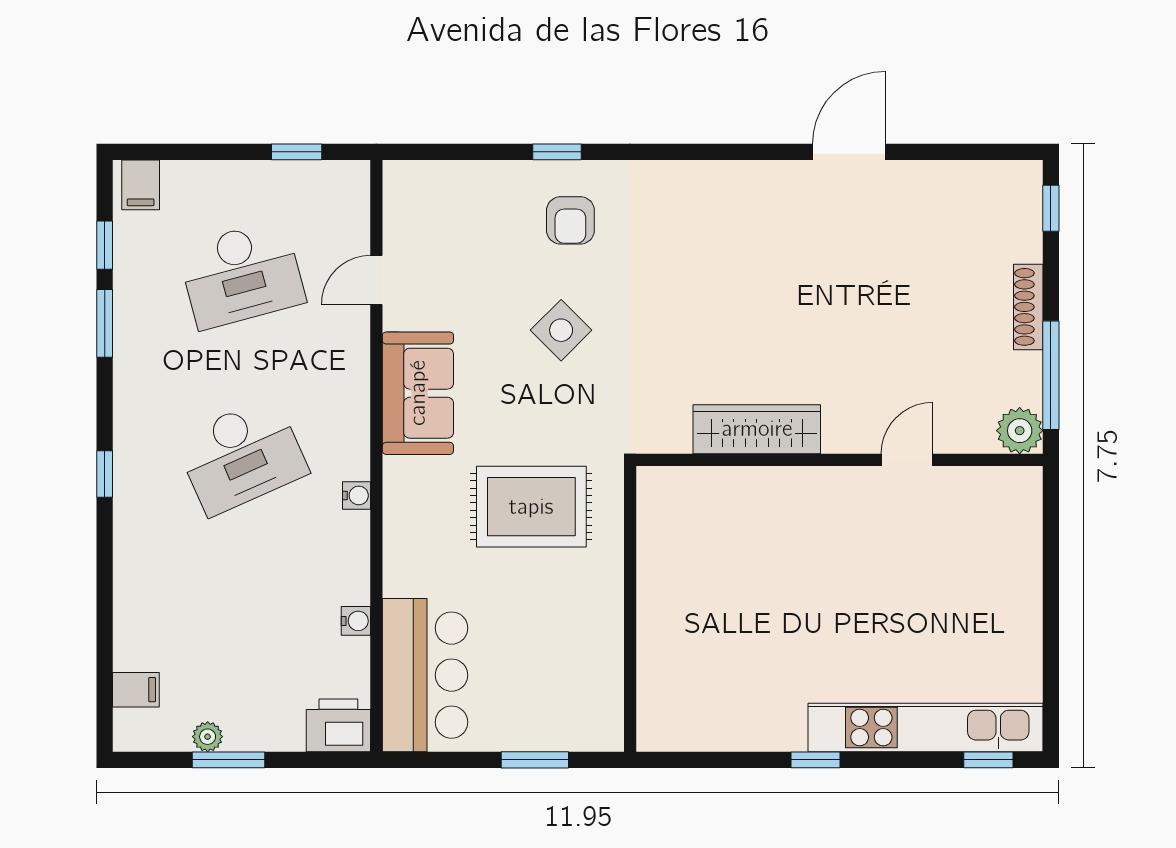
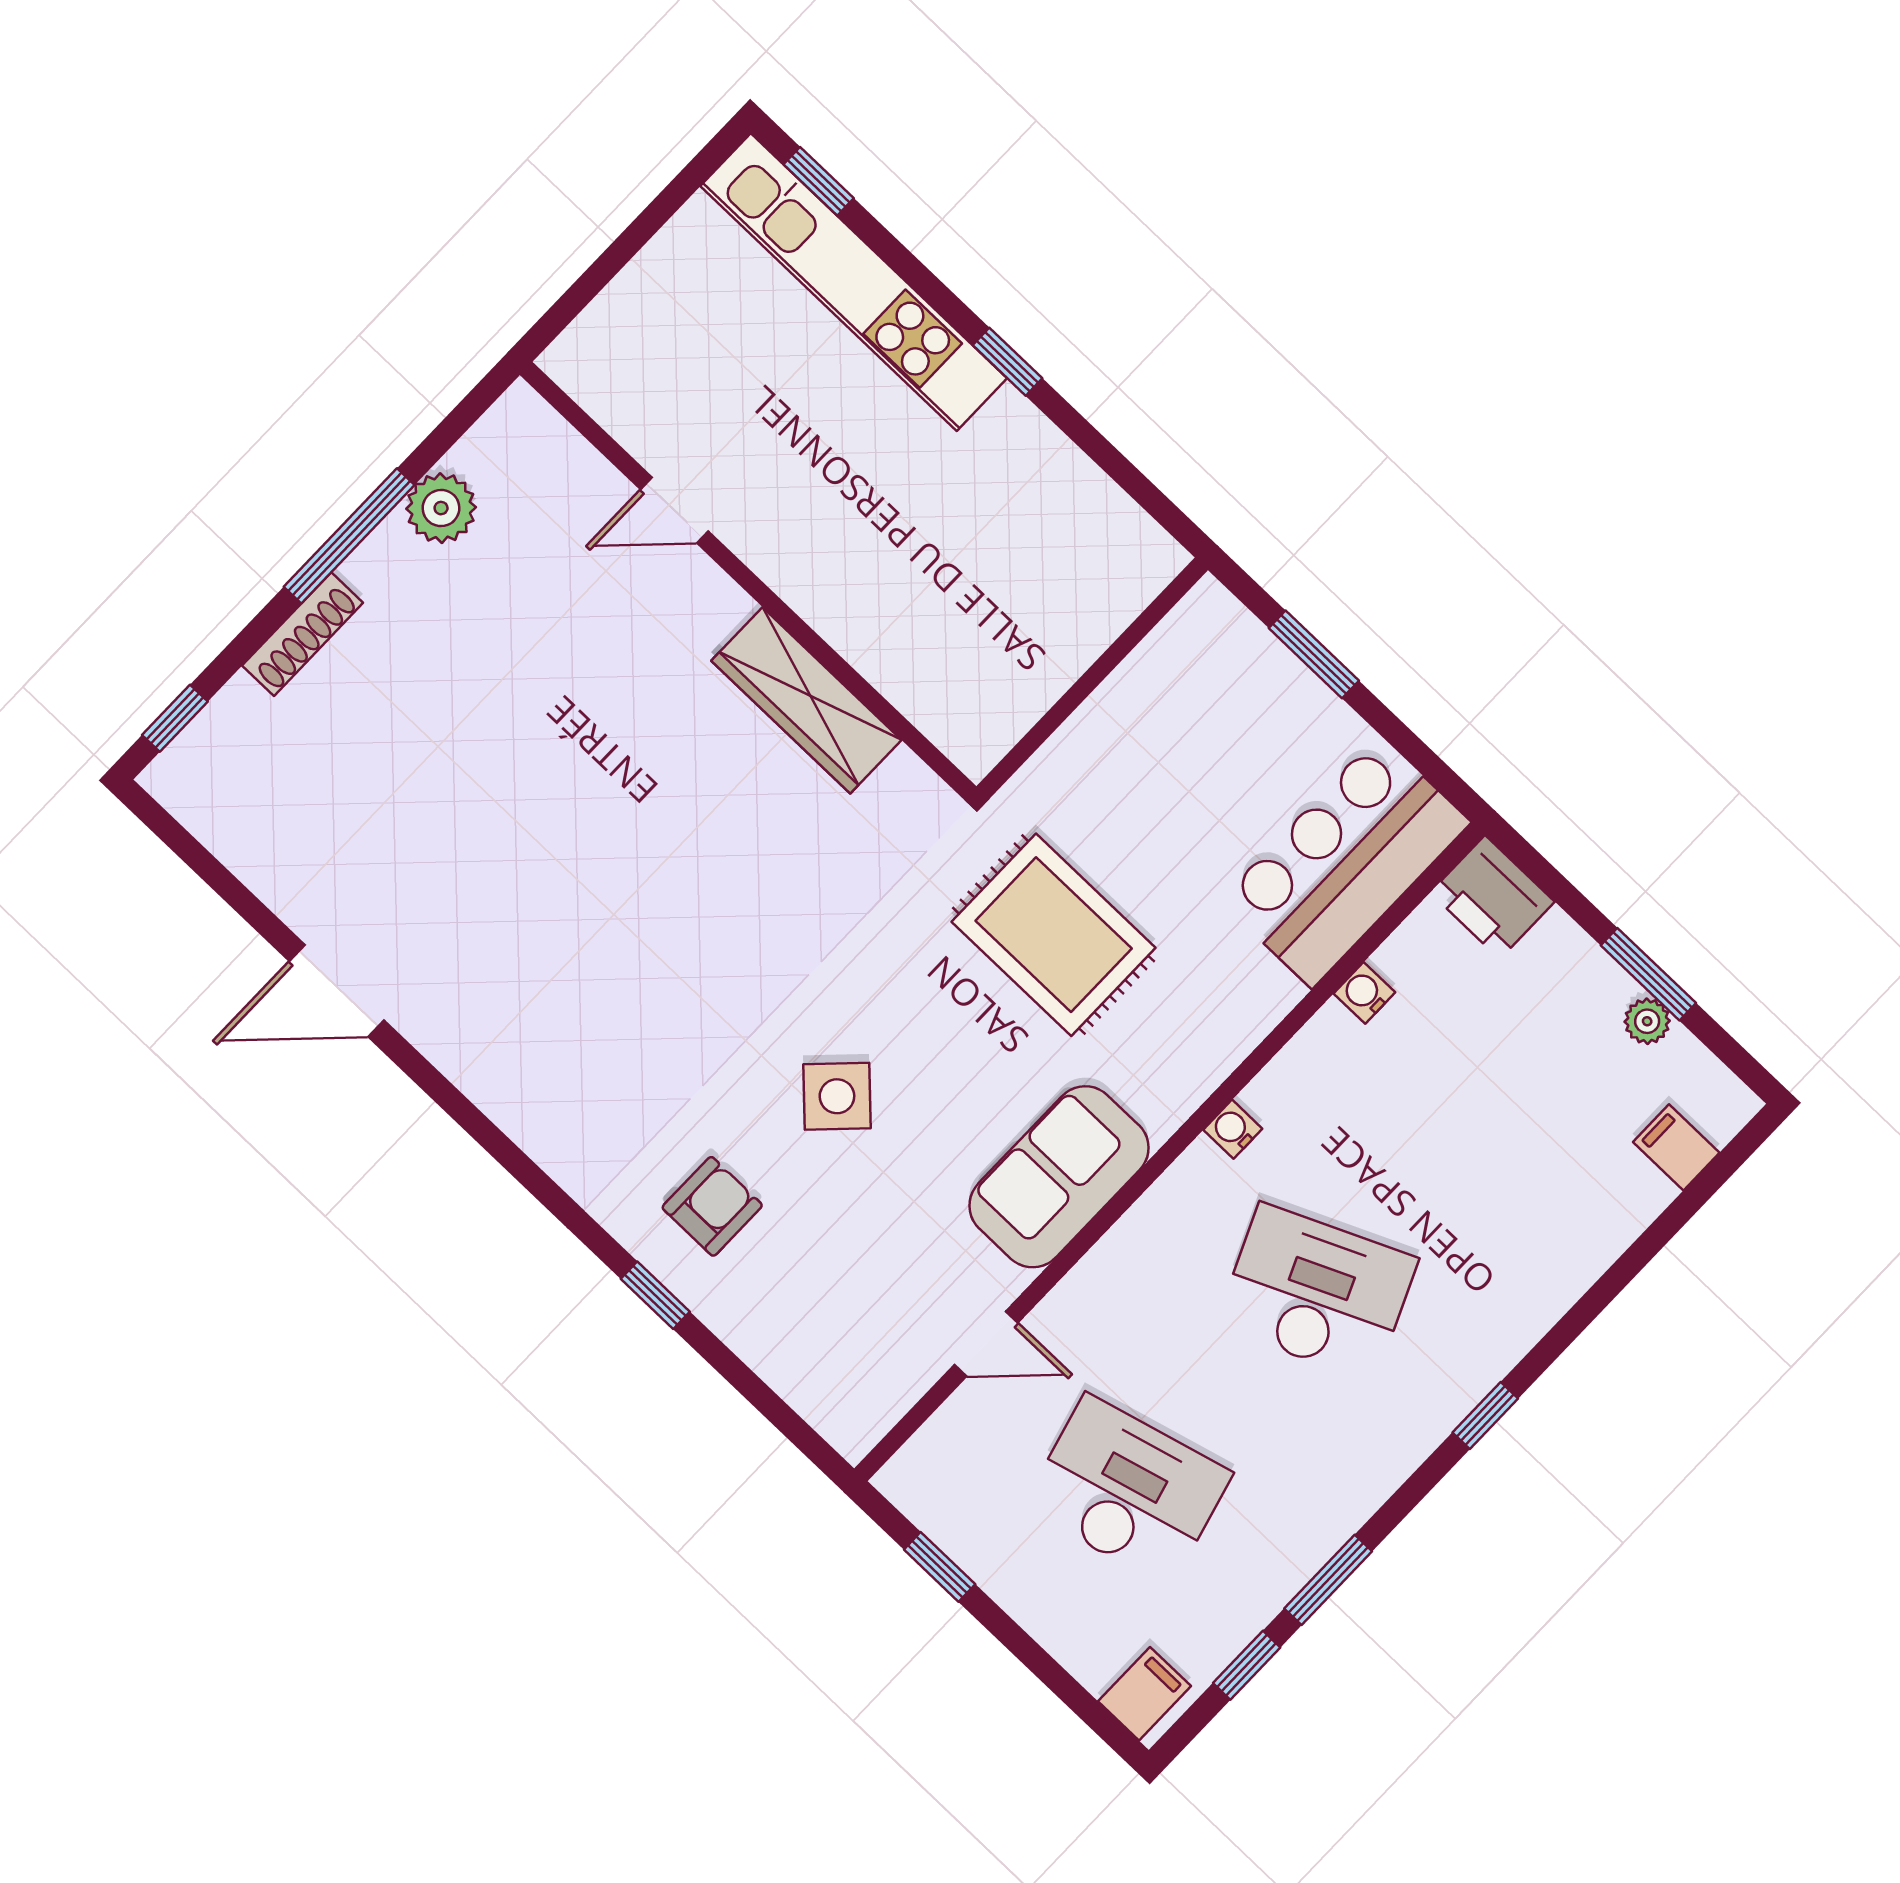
wardrobe: (757, 429) -> (806, 700), moved
wall: (840, 460) -> (748, 581), moved
door: (907, 460) -> (674, 510), moved

